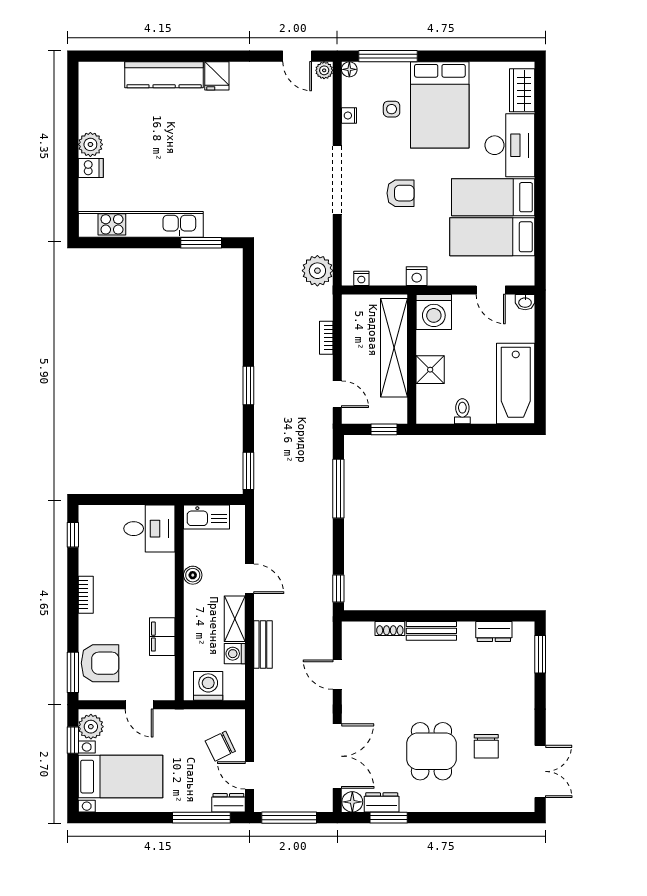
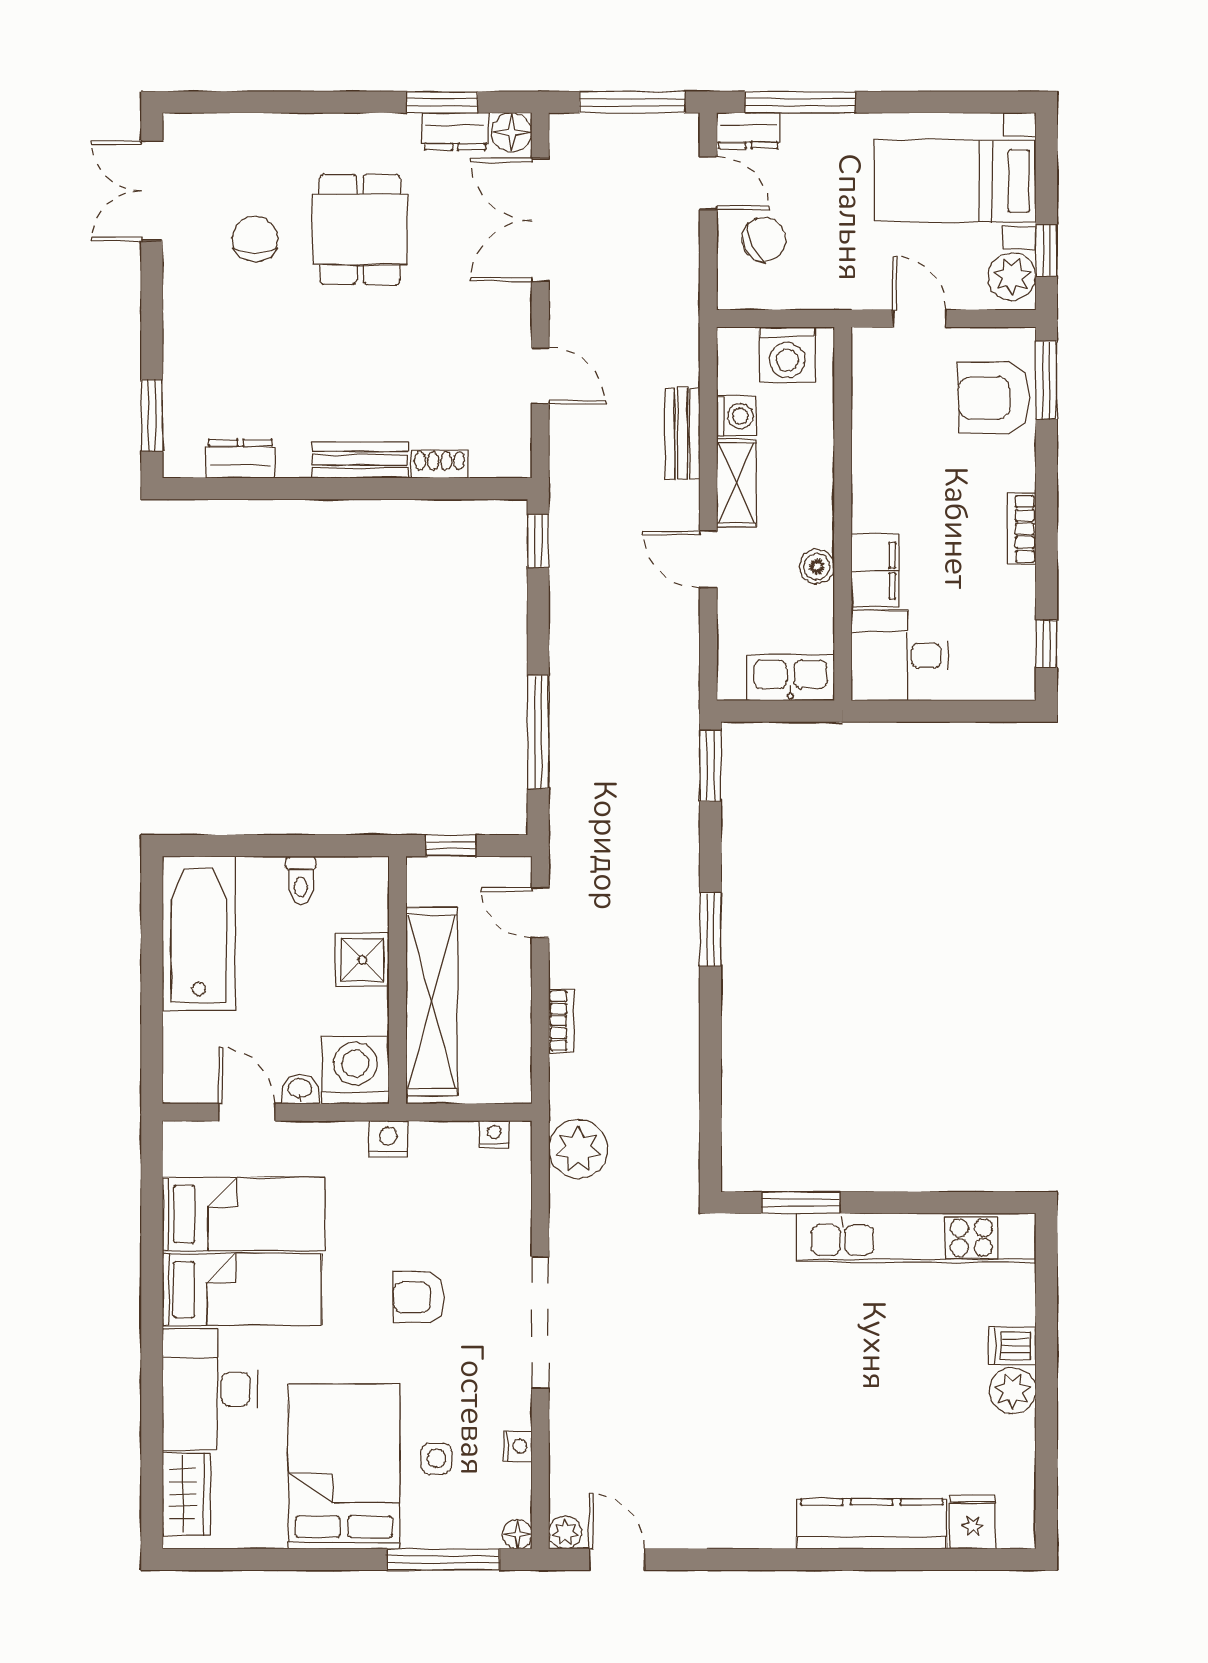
fridge: (217, 76) -> (973, 1522), moved
washbasin: (525, 302) -> (300, 1089), moved
filing cabinet: (162, 637) -> (875, 571), moved

